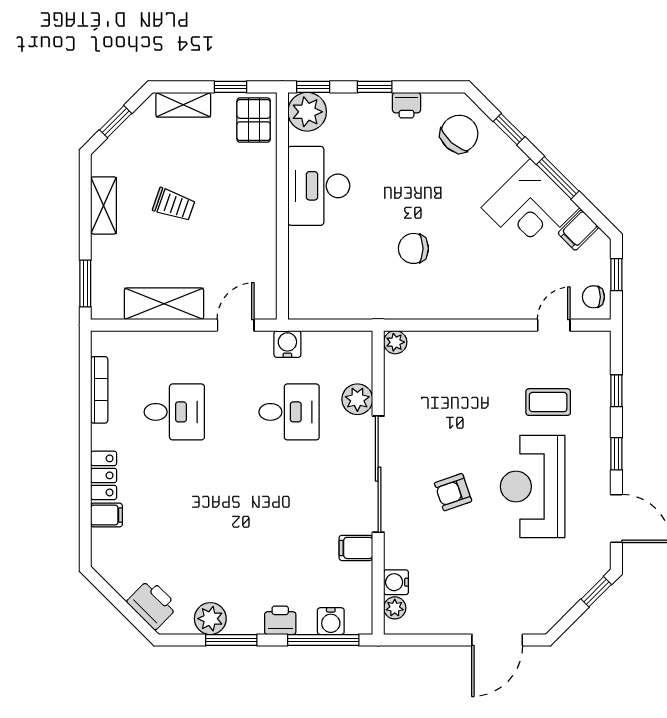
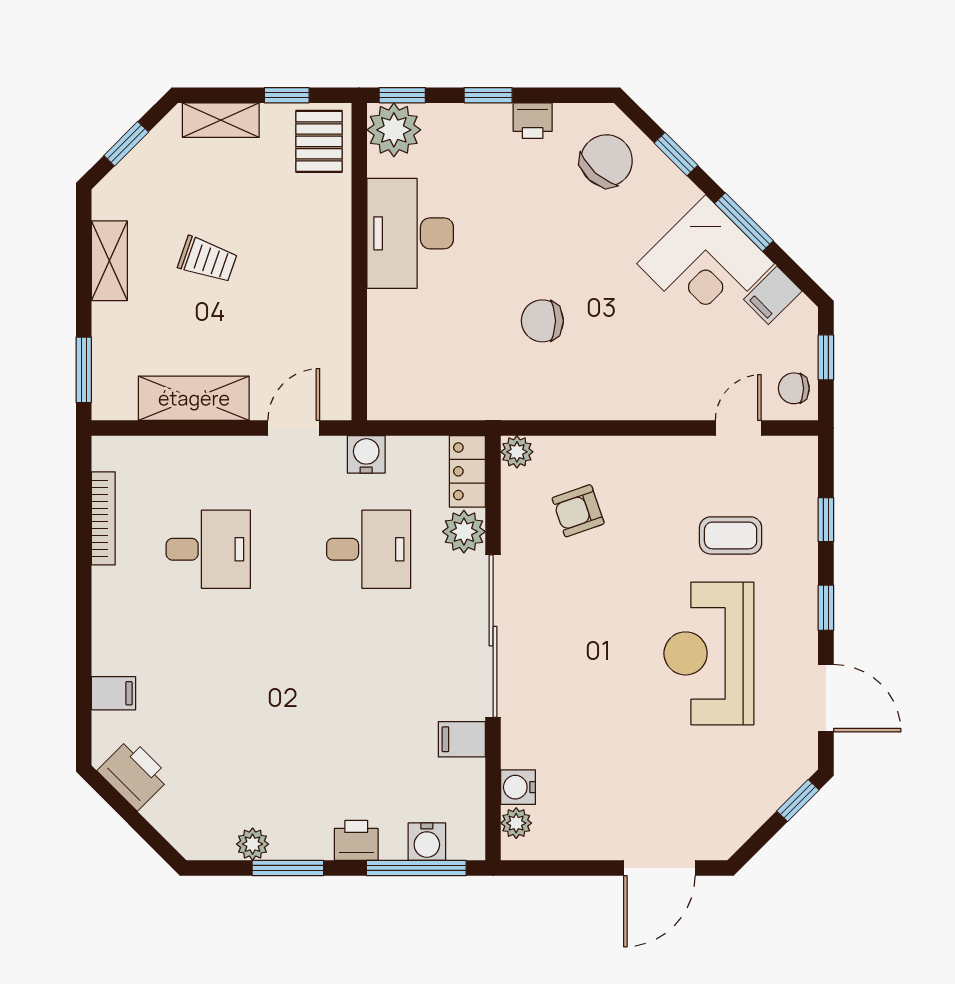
locker: (104, 475) -> (467, 471), moved, turned 180
armchair: (453, 492) -> (578, 511), moved
printer: (152, 604) -> (134, 774), moved
plant: (210, 619) -> (253, 844), width x0.73, depth x0.73

